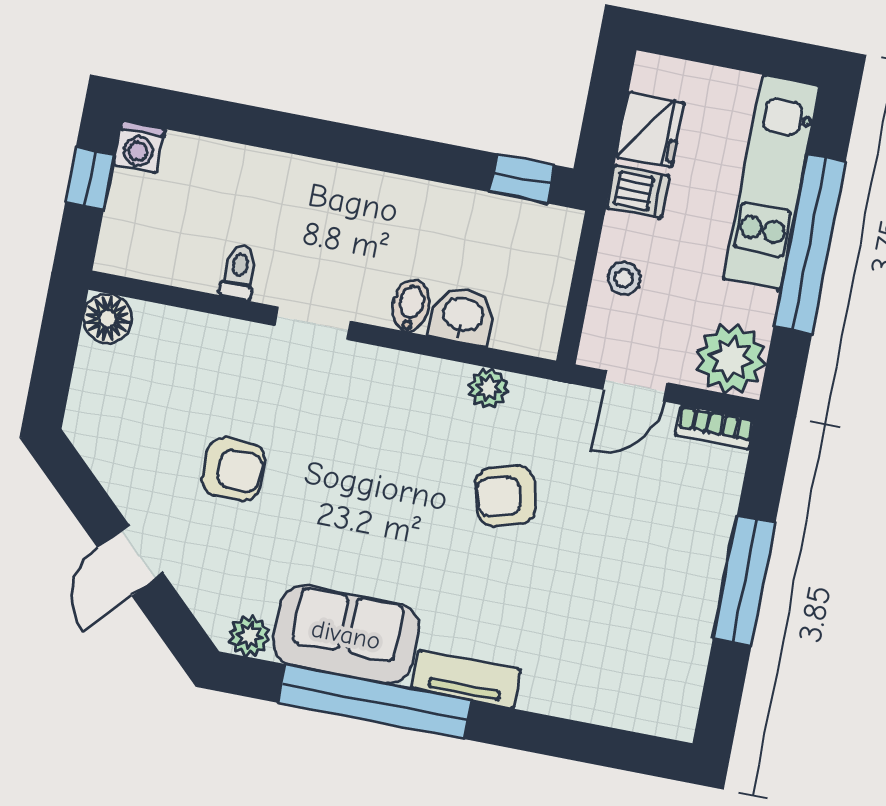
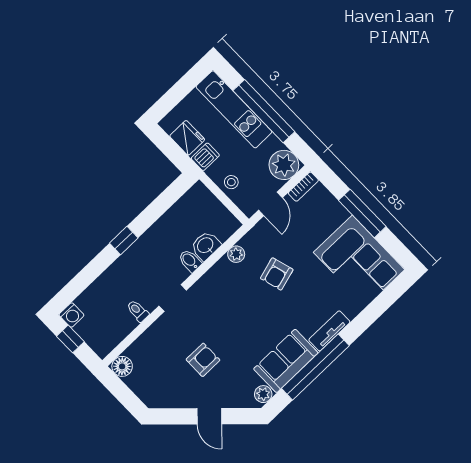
window: (522, 178) -> (124, 241), moved
corner sofa: (646, 641) -> (359, 261), added

